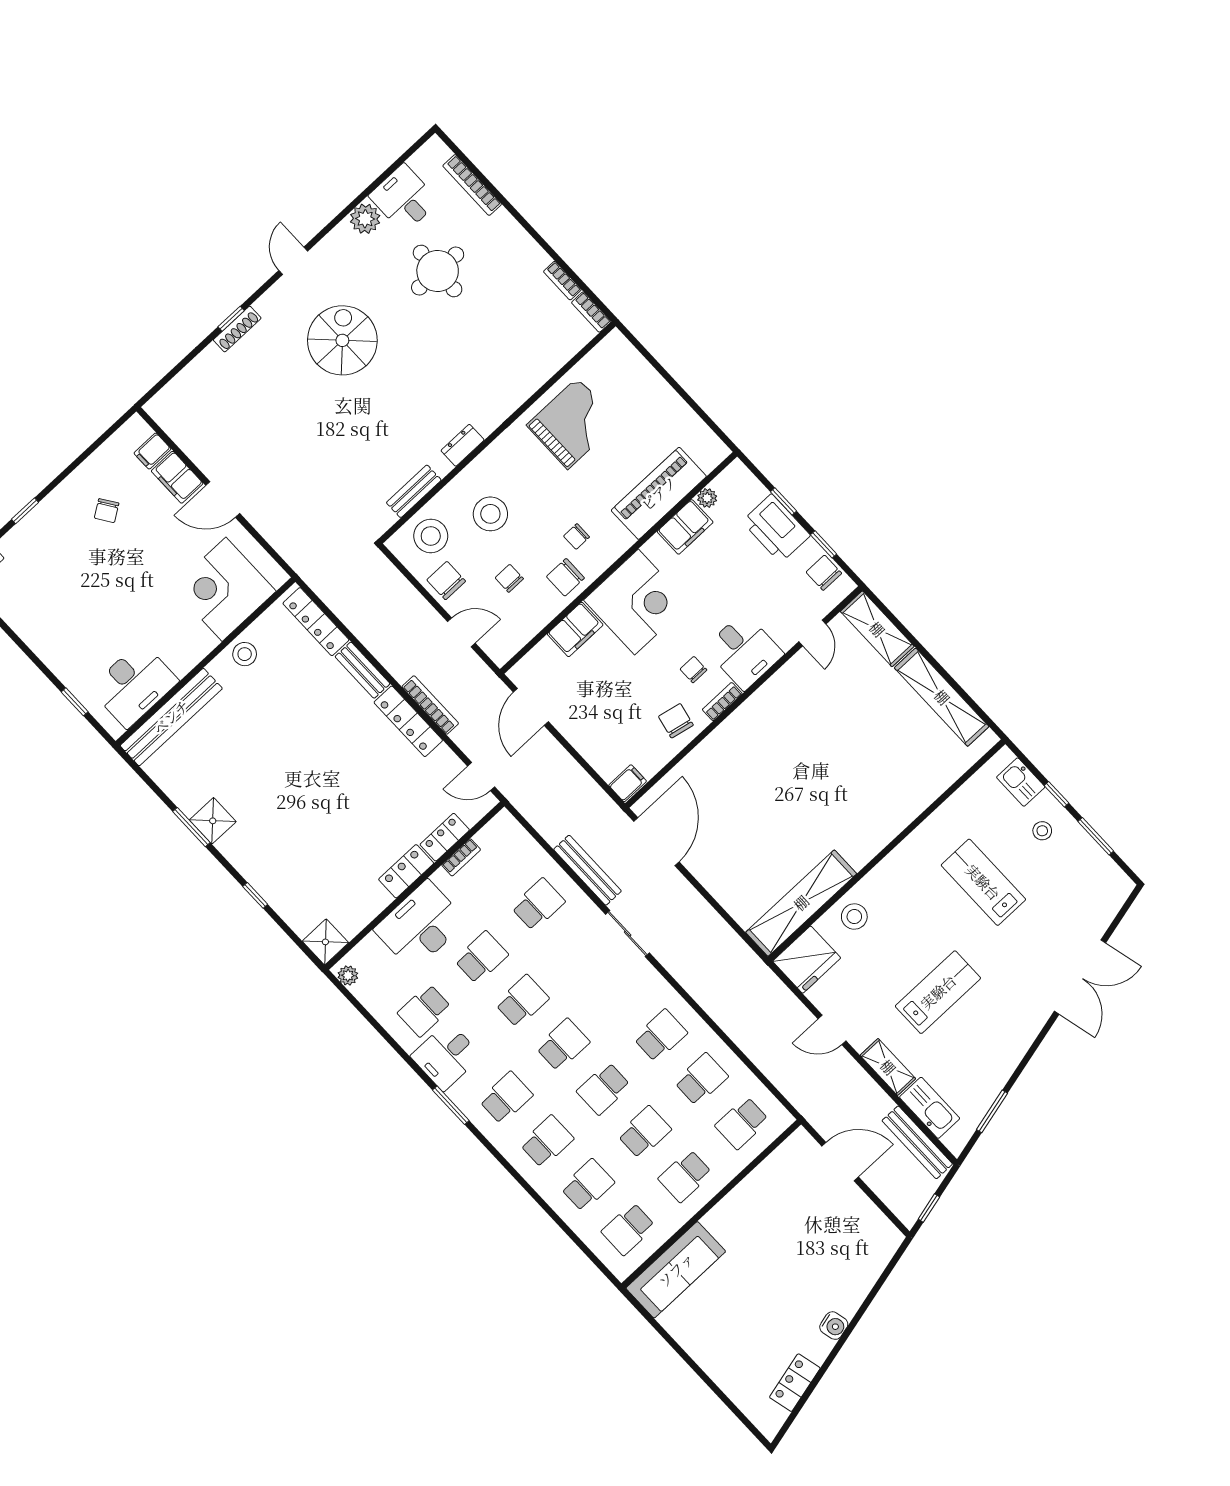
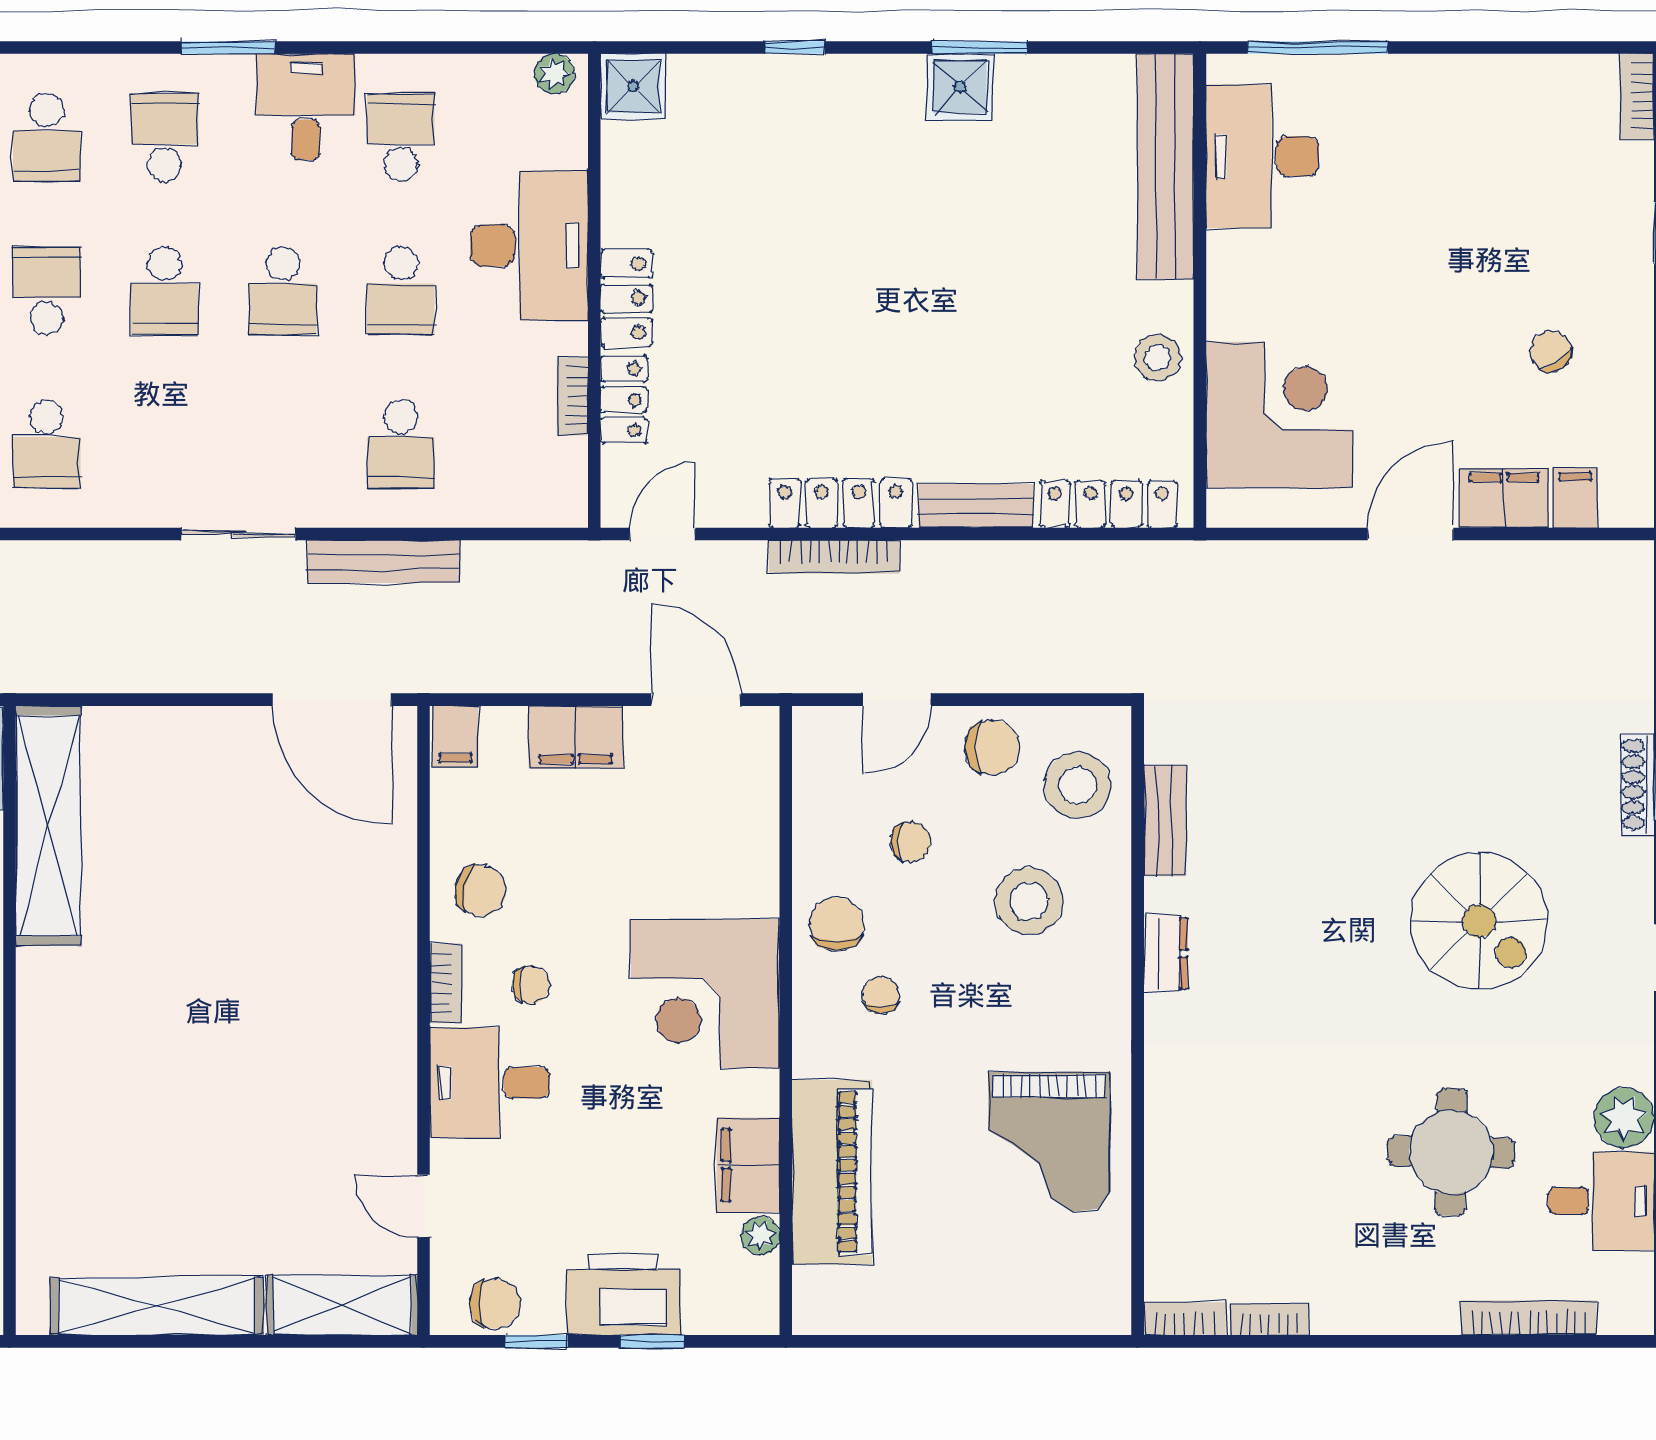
filing cabinet: (575, 629) -> (576, 737), moved, turned -90
window: (75, 702) -> (1318, 47), width x2.17
school desk: (506, 1098) -> (165, 137), turned 180

